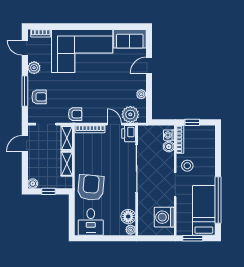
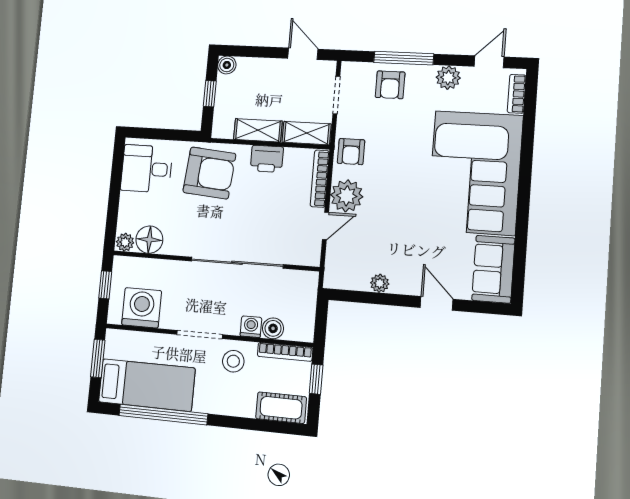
plant: (130, 114) -> (347, 196), moved
printer: (129, 134) -> (267, 159), moved, turned 180
washing machine: (169, 135) -> (251, 327), moved
cot: (208, 139) -> (281, 408), added
window: (154, 238) -> (105, 285), added

